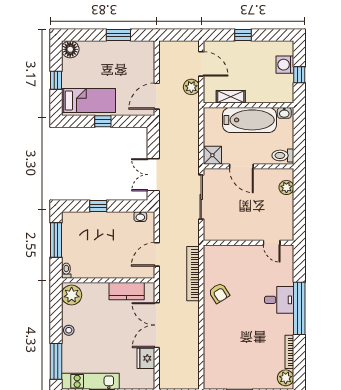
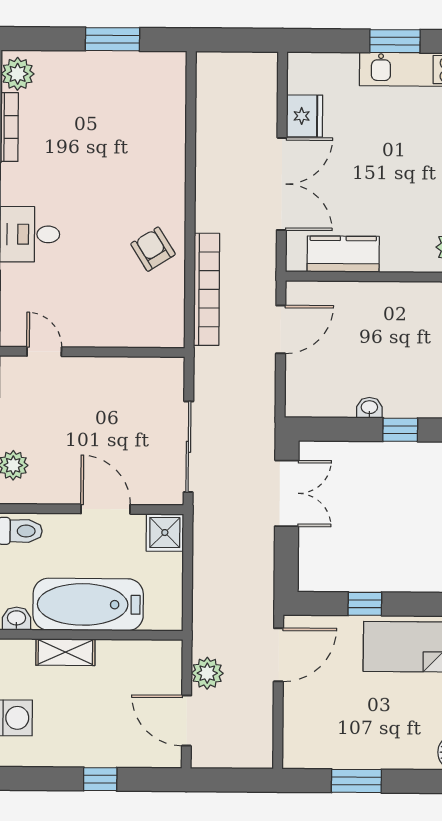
shelving: (231, 97) -> (65, 652), moved
window: (103, 121) -> (365, 604), moved
washbasin: (140, 217) -> (369, 408), moved

